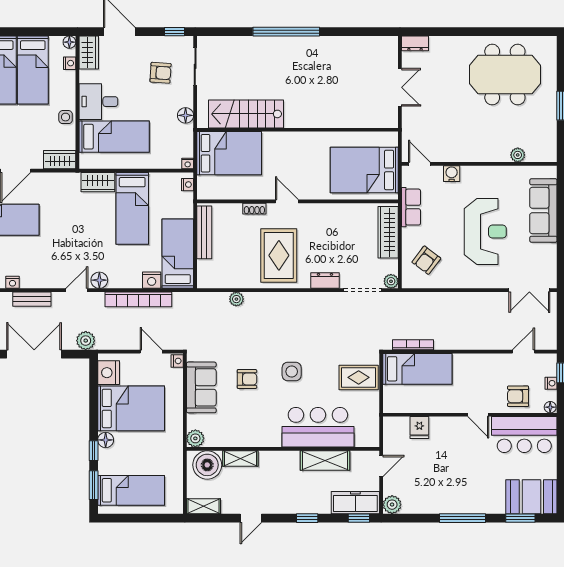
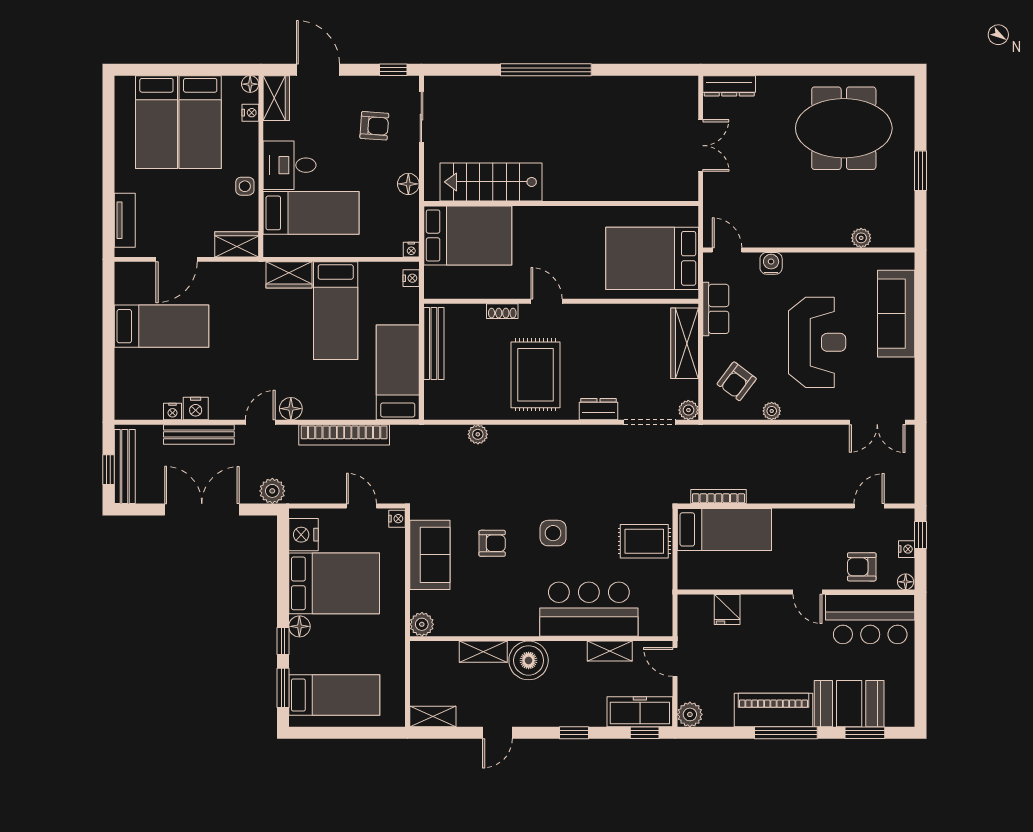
dresser: (415, 43) -> (729, 86), width x1.44
nightstand: (152, 280) -> (196, 408), moved
plant: (452, 282) -> (772, 411), added
bench: (32, 299) -> (199, 434), width x1.36
shelving: (325, 460) -> (610, 651), width x0.67, depth x0.75
boiler: (207, 465) -> (529, 660), moved
door: (381, 466) -> (675, 662), swing flipped
booth: (531, 497) -> (849, 704), moved
piano: (453, 501) -> (773, 710), added

